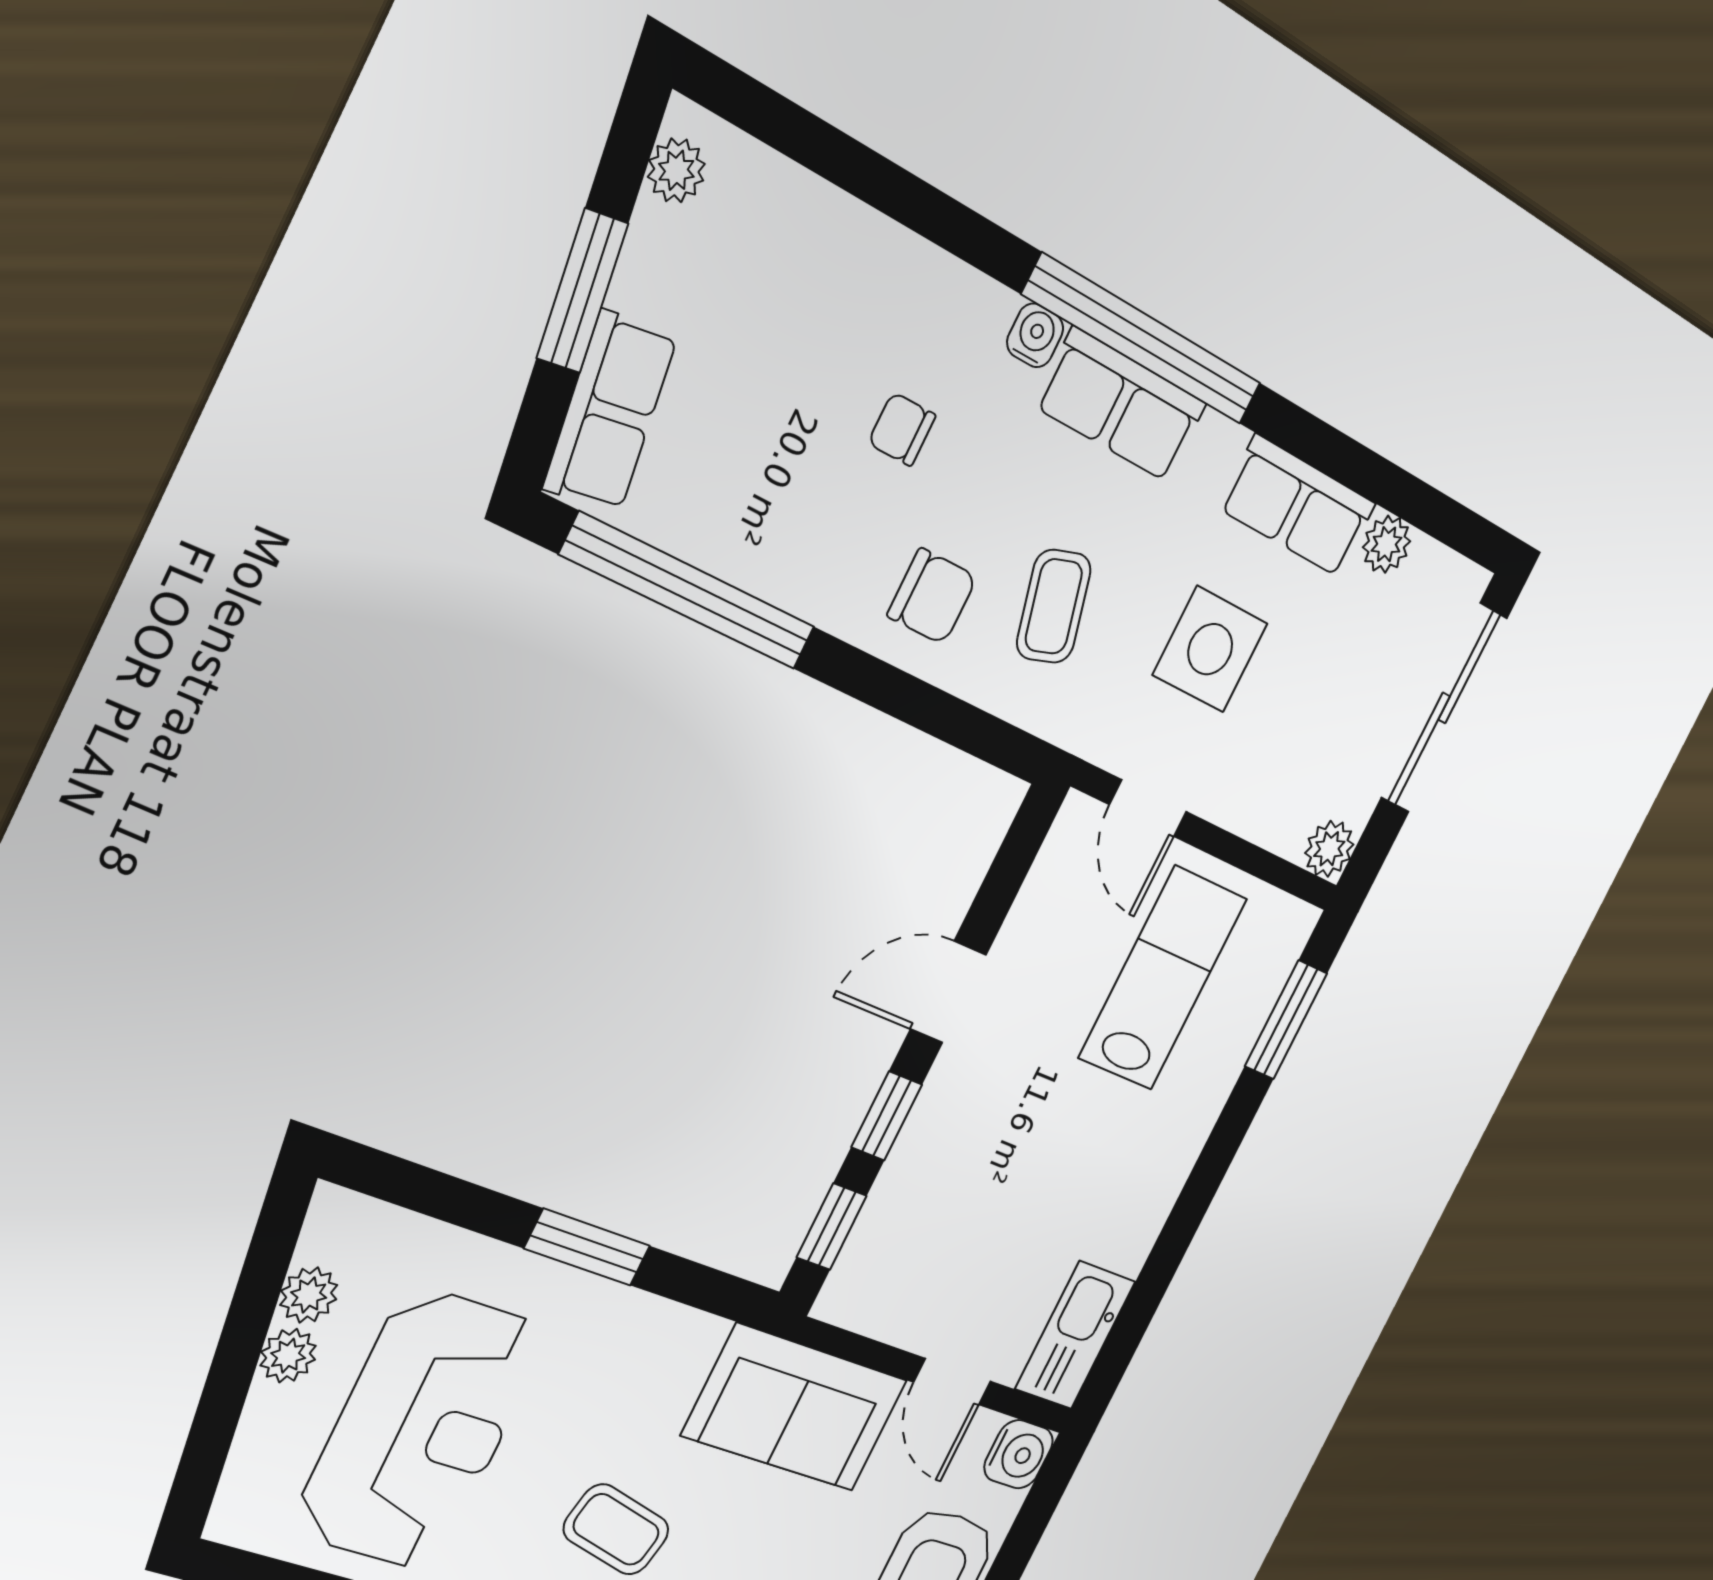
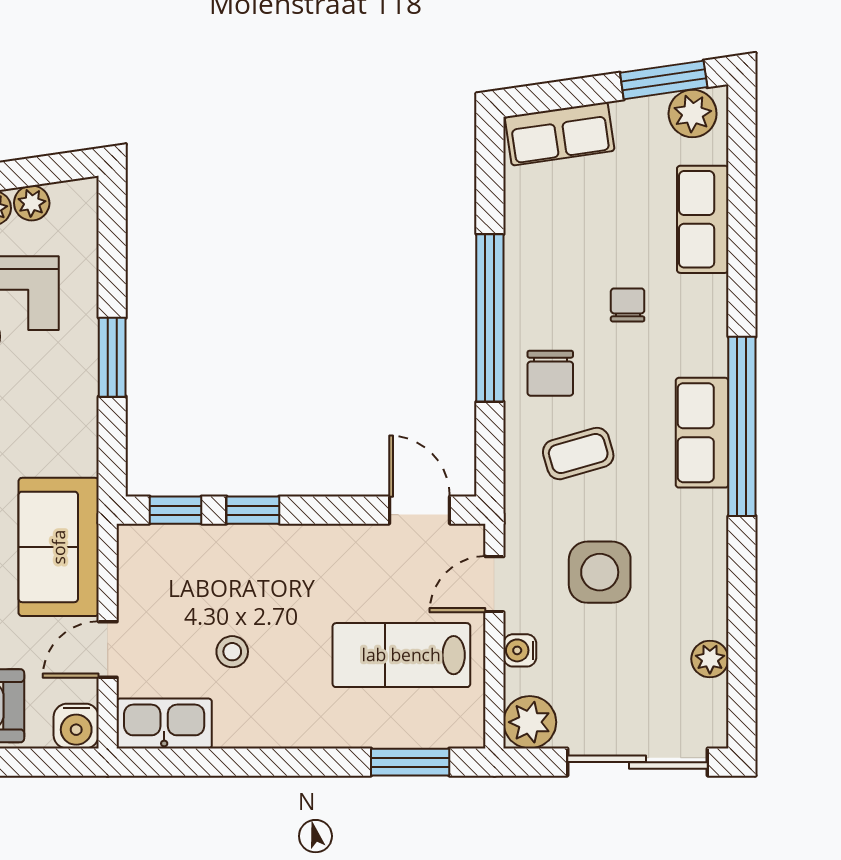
plant: (676, 170) -> (693, 113), width x1.38, depth x1.38
window: (582, 291) -> (664, 80), moved
water cooler: (1035, 335) -> (520, 650), moved, turned 180
row of seats: (1298, 506) -> (703, 219), moved
window: (689, 591) -> (490, 318), moved
plant: (1329, 849) -> (530, 722), width x1.38, depth x1.38
lab bench: (1163, 978) -> (401, 655), turned 180
door: (948, 992) -> (419, 510), moved
stool: (1041, 1212) -> (232, 652), added

